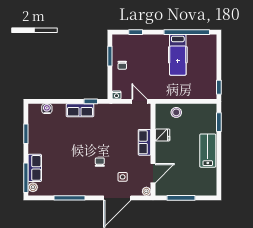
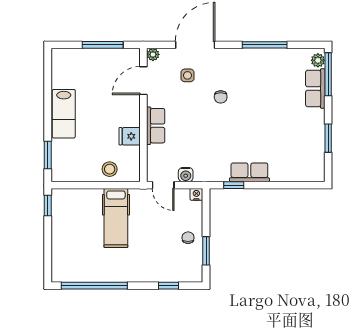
hospital bed: (178, 55) -> (116, 218), moved, turned 180
water cooler: (47, 109) -> (186, 175), moved

